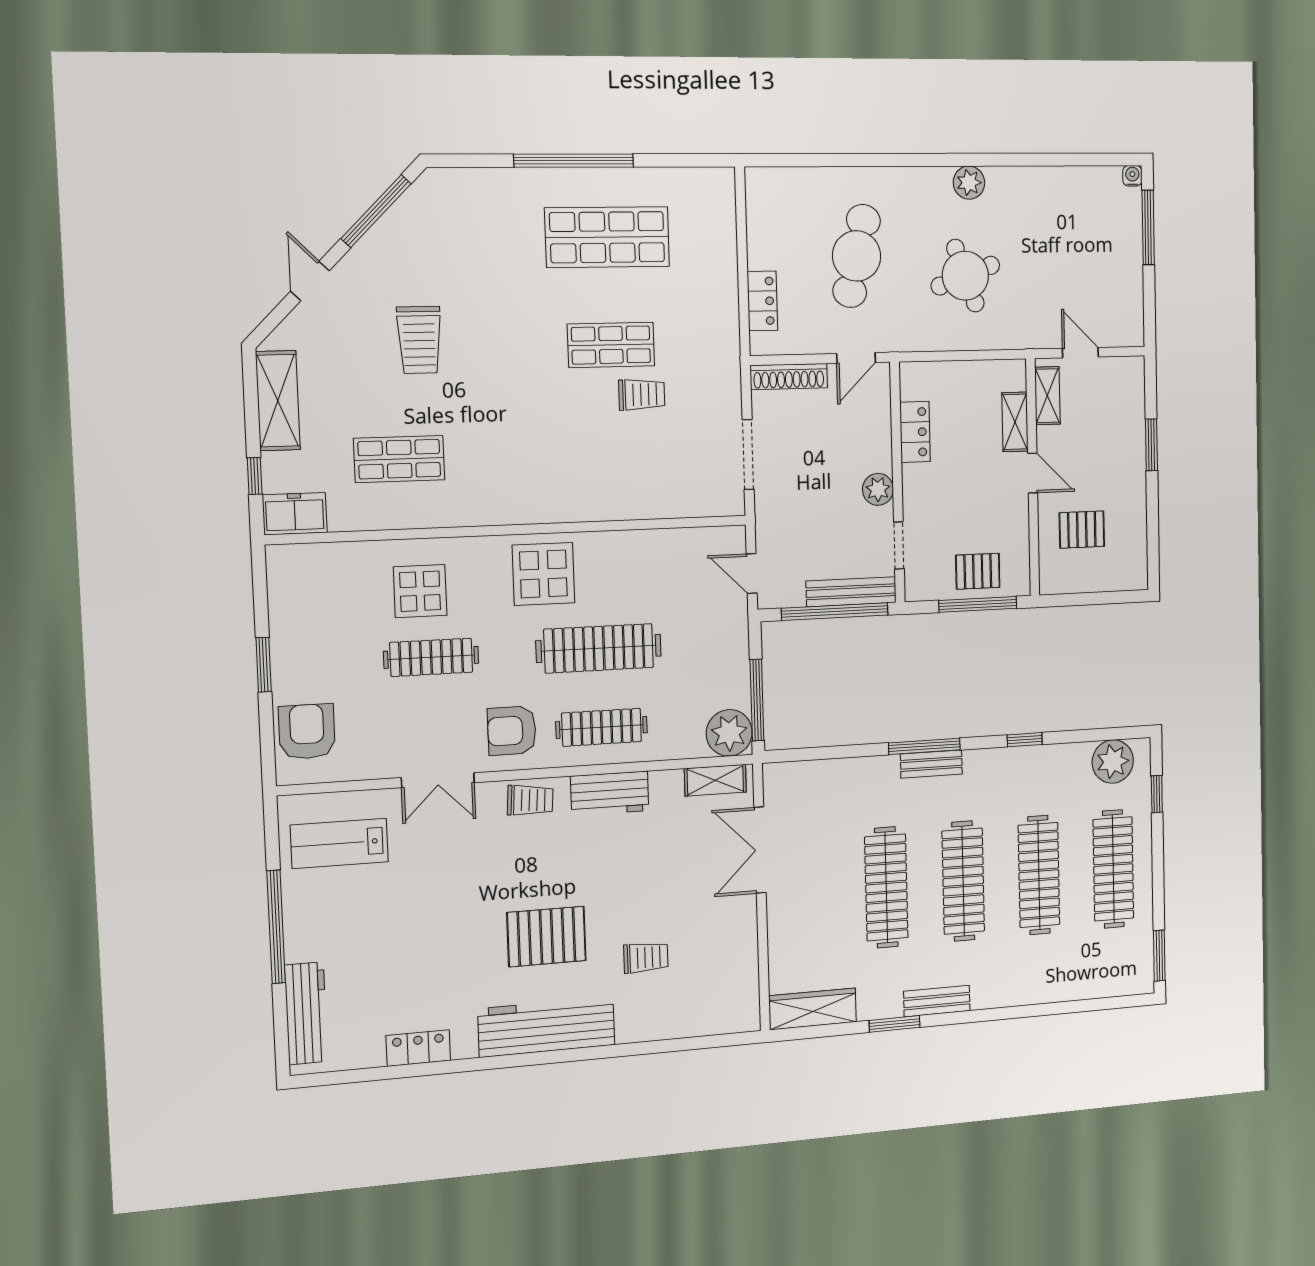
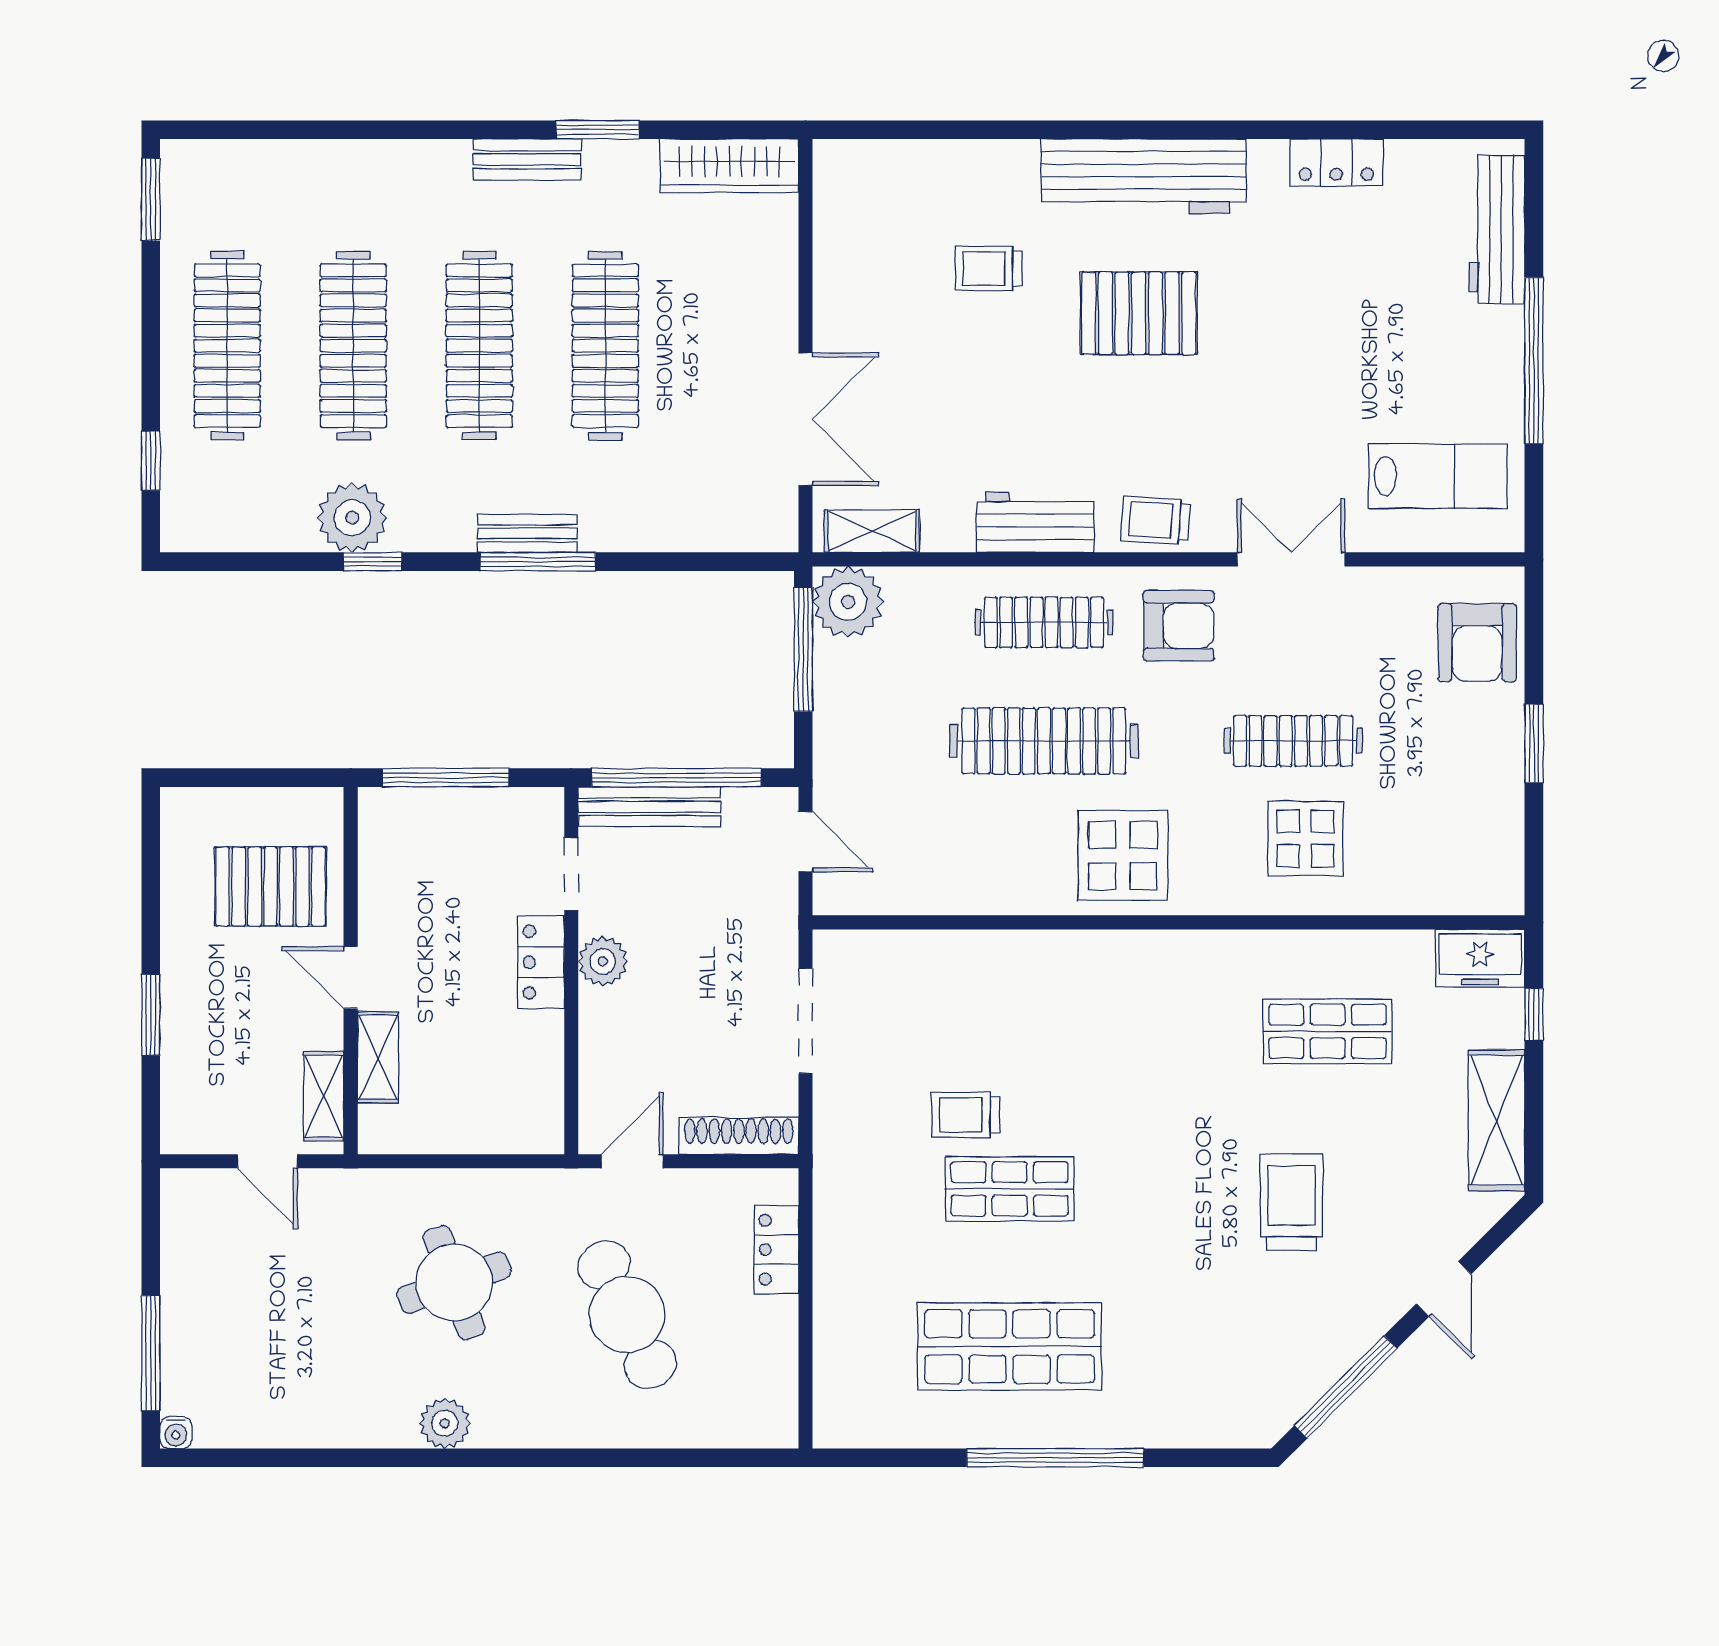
cafe table: (857, 256) -> (627, 1315), turned -38
locker: (915, 432) -> (541, 962), moved
pallet: (1082, 530) -> (271, 886), width x1.50, depth x1.42
pallet: (978, 571) -> (444, 829), removed
plant: (1113, 761) -> (352, 518), moved

